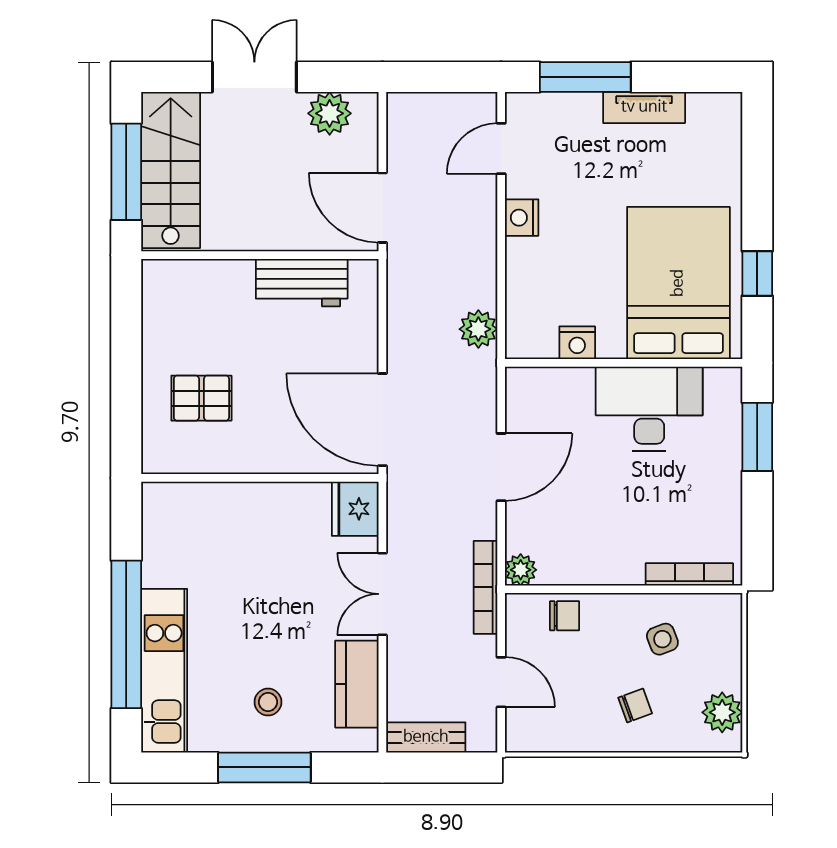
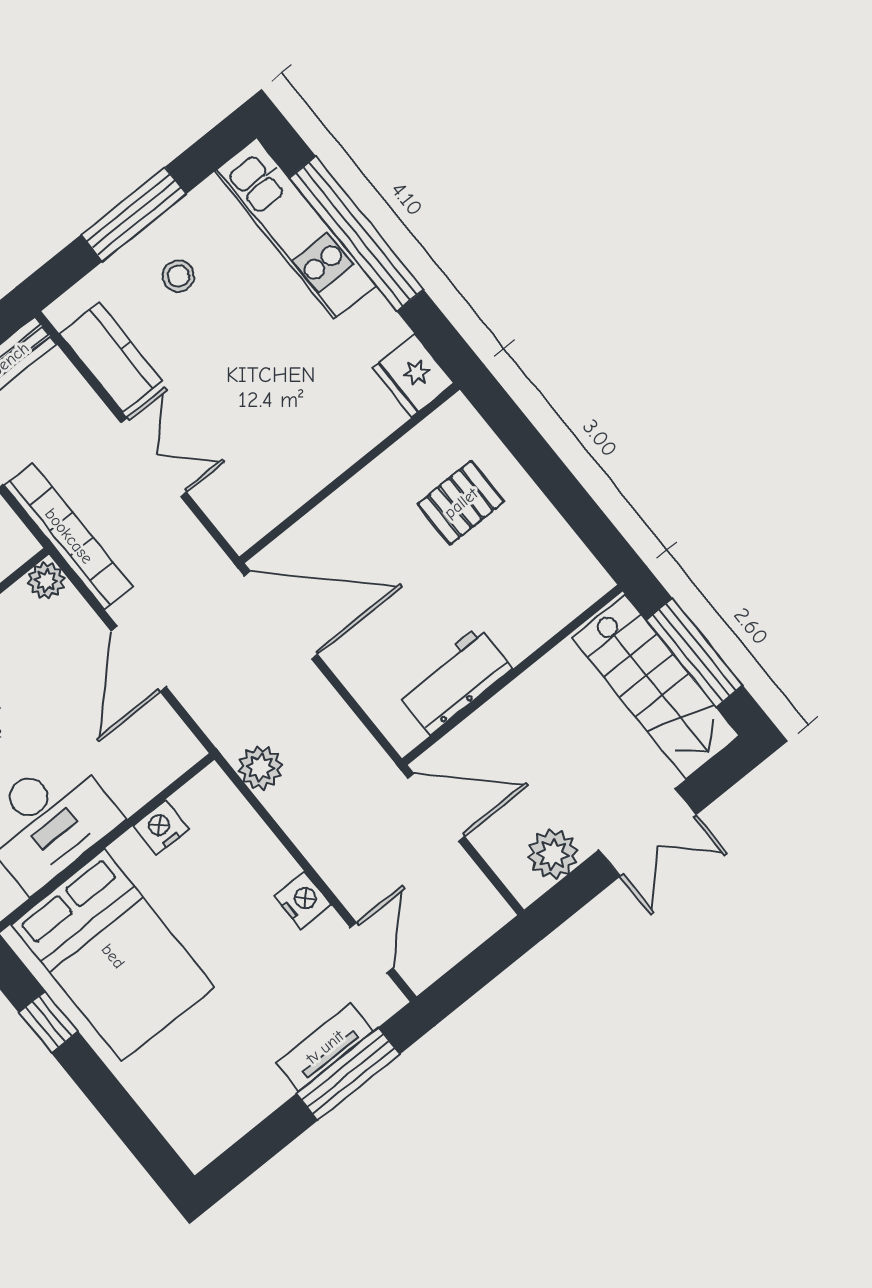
tv unit: (644, 107) -> (325, 1047), moved
fridge: (355, 509) -> (413, 375), moved, turned 180
bookcase: (485, 587) -> (69, 536), width x1.48, depth x1.31

